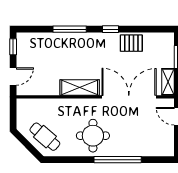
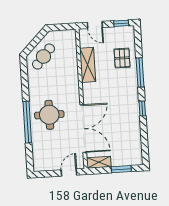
pallet: (131, 43) -> (122, 58), moved
shelving: (80, 88) -> (88, 65), moved
round table: (93, 136) -> (49, 115), moved

